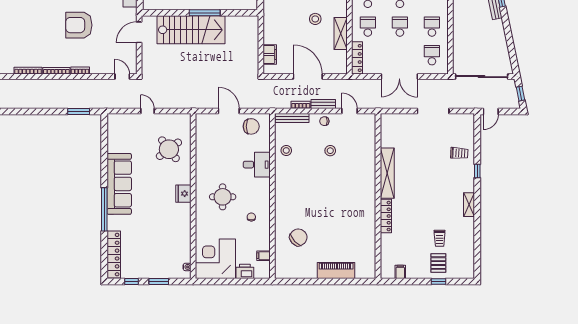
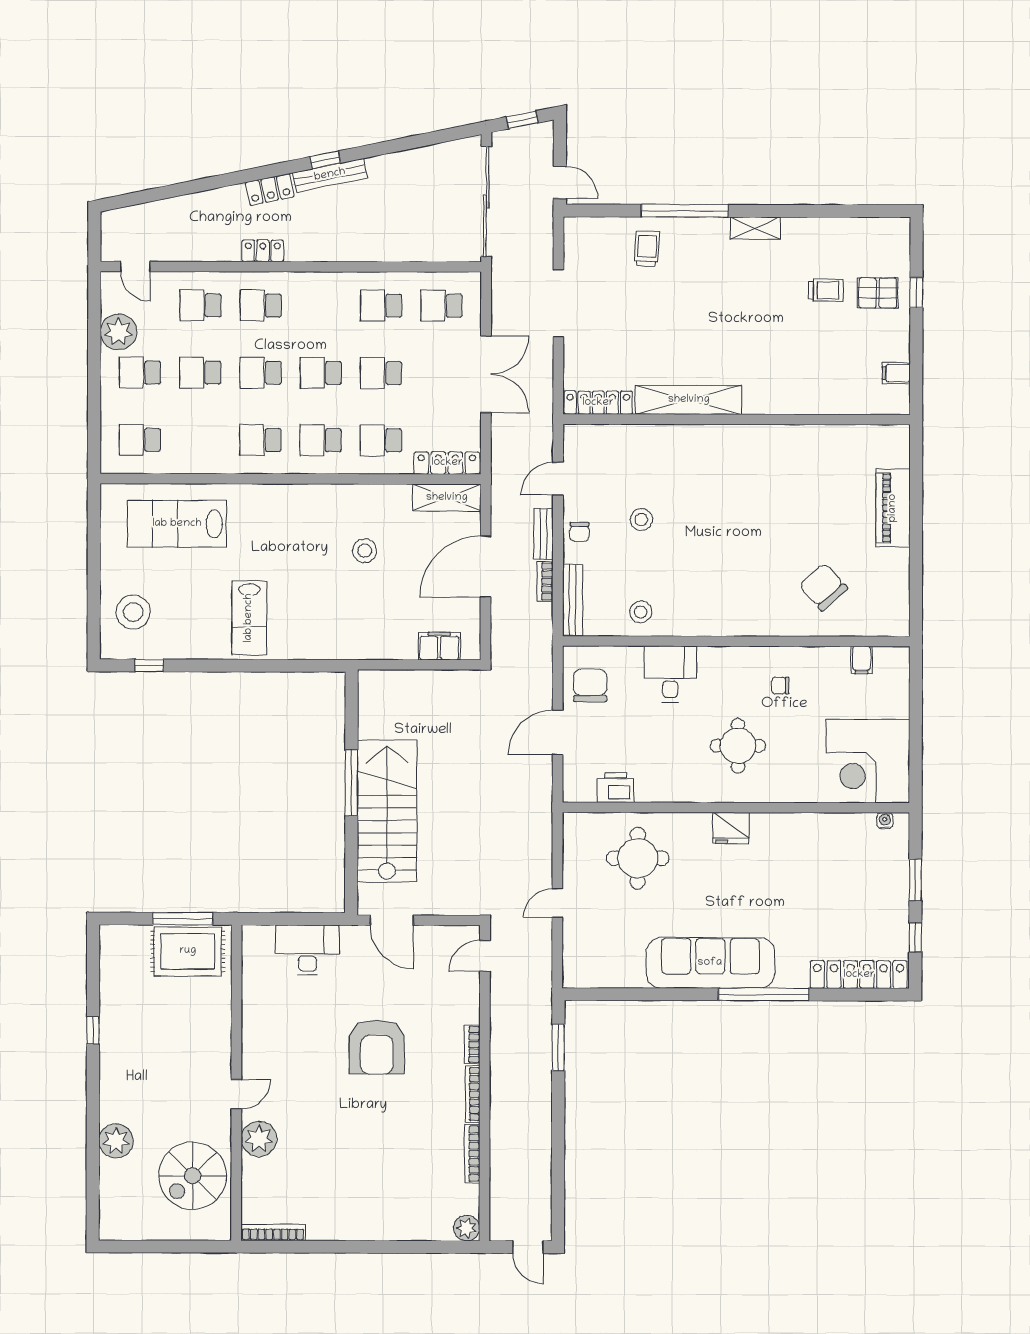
shelving: (341, 33) -> (447, 498), moved
round table: (169, 149) -> (638, 858), turned 37
window: (477, 171) -> (685, 211), width x3.17
locker: (386, 216) -> (598, 403), moved
printer: (245, 271) -> (616, 787), moved, turned 90

